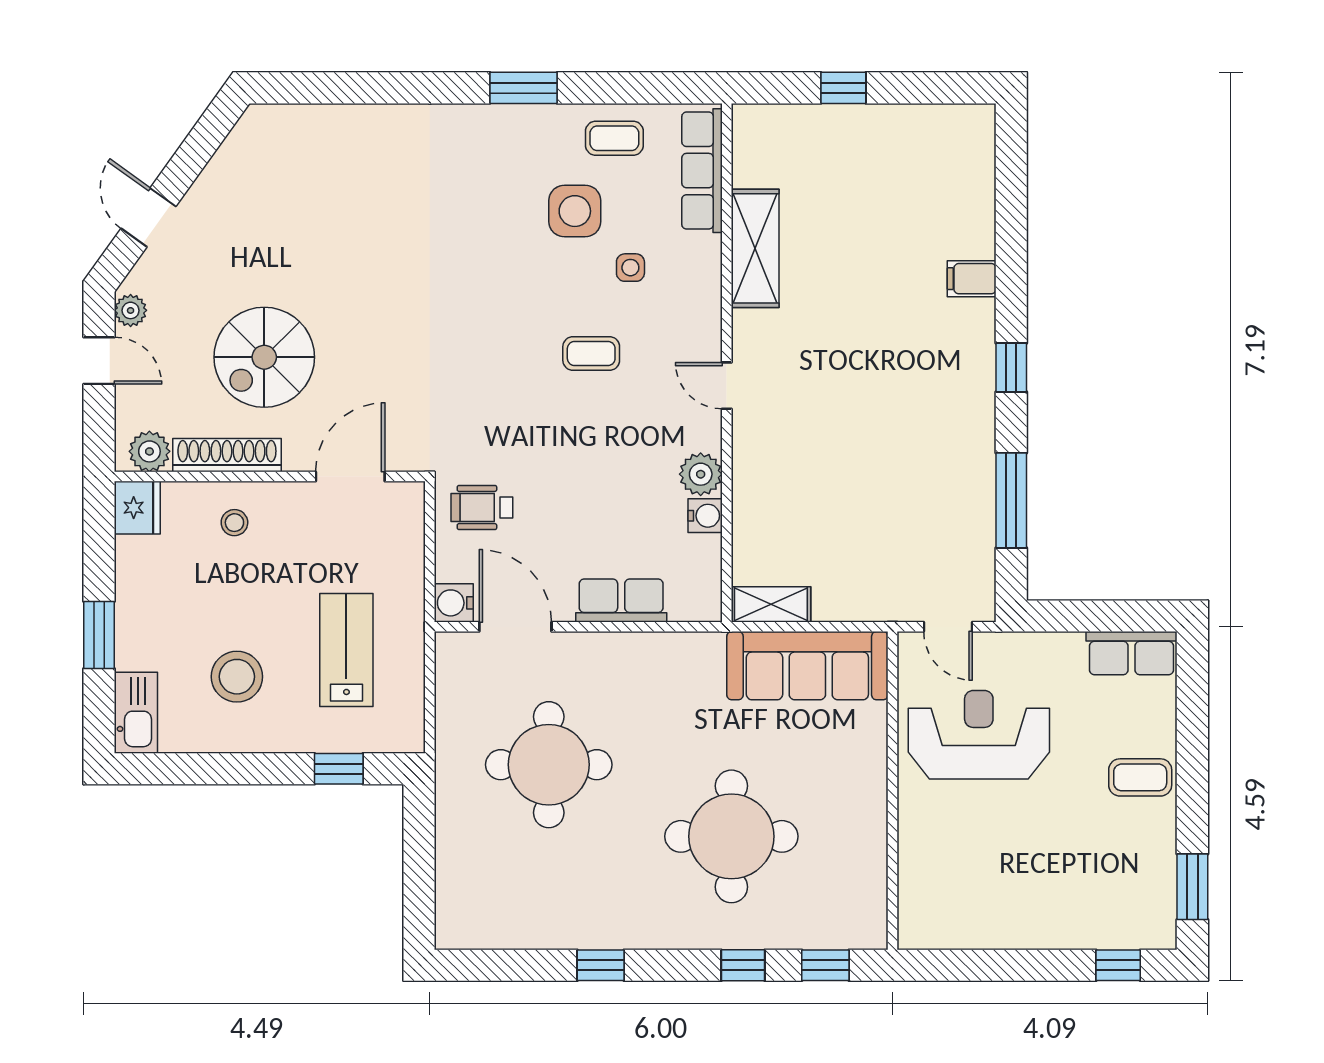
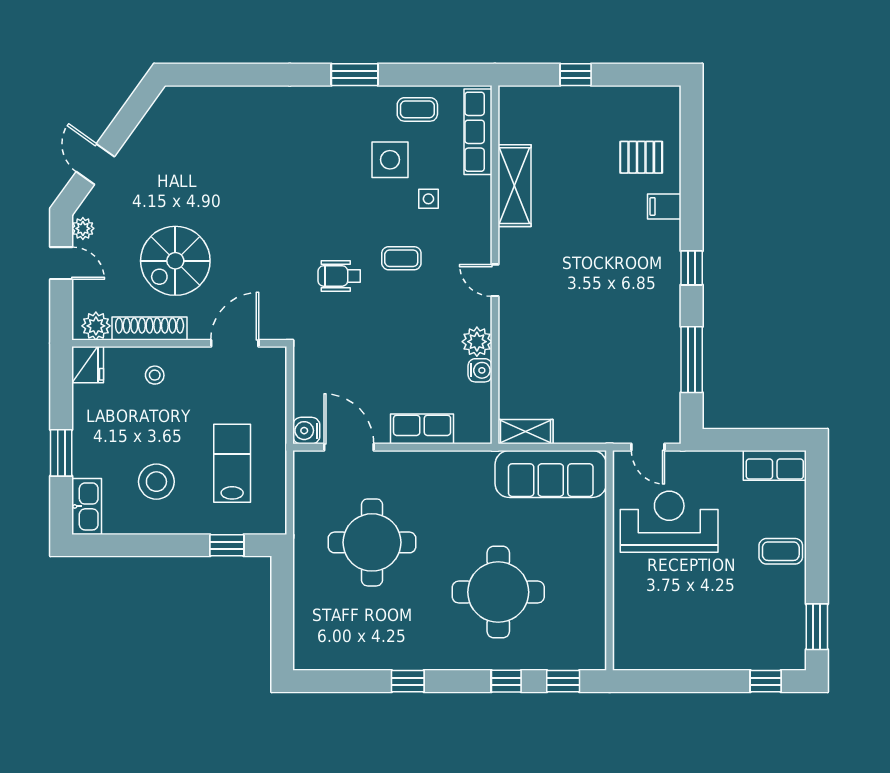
pallet: (938, 207) -> (641, 157), added
wheelchair: (482, 508) -> (339, 276), moved

